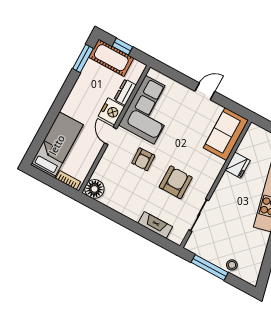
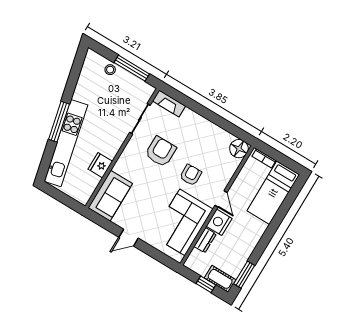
cot: (111, 58) -> (220, 279), width x0.73, depth x0.75
armchair: (176, 182) -> (161, 152), turned 180
fireplace: (155, 225) -> (169, 103), moved

